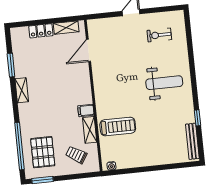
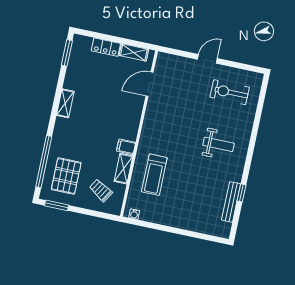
exercise bike: (159, 35) -> (230, 92), width x1.38, depth x1.39
window: (11, 65) -> (67, 53), moved
weight bench: (164, 83) -> (219, 144), width x0.73, depth x0.75
treadmill: (118, 127) -> (154, 175), turned 90
bench: (192, 141) -> (231, 202), moved

